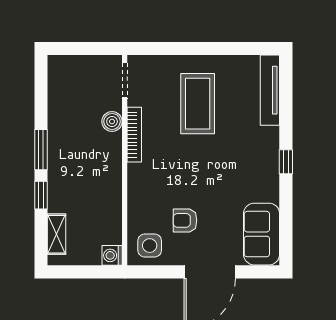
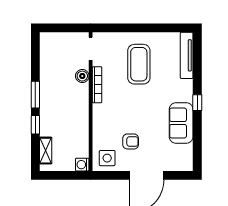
armchair: (185, 220) -> (131, 141), turned 180
sofa: (262, 234) -> (181, 123), moved

